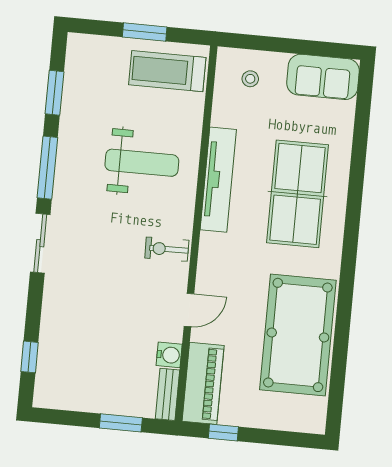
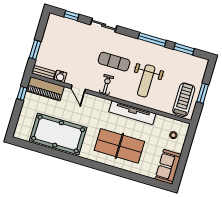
exercise mat: (113, 242) -> (114, 62), added
sliding door: (40, 243) -> (104, 25), moved

